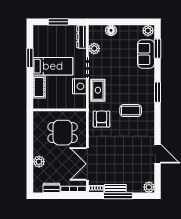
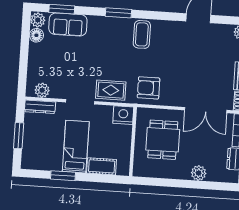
floor lamp: (111, 30) -> (36, 35), moved
plant: (94, 48) -> (42, 90), moved
nightstand: (79, 86) -> (123, 115), moved
coffee table: (131, 111) -> (142, 34), moved

